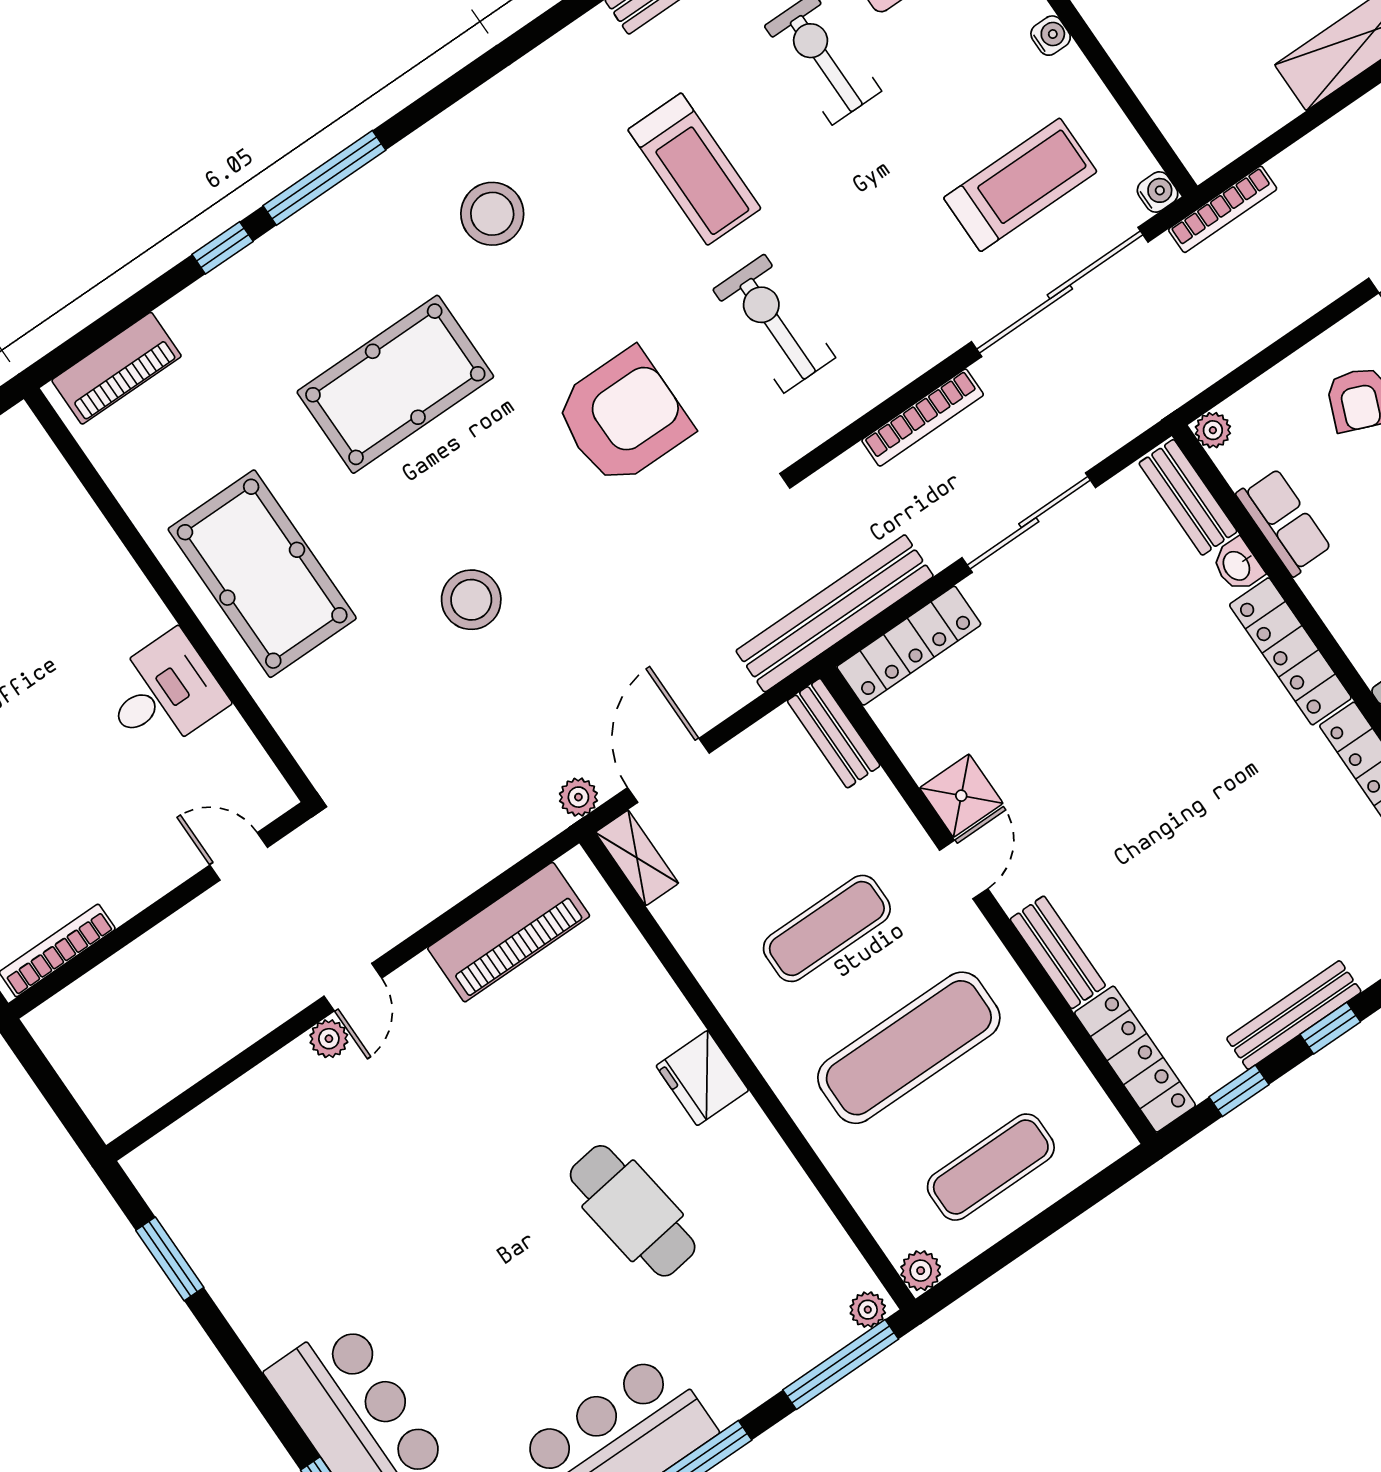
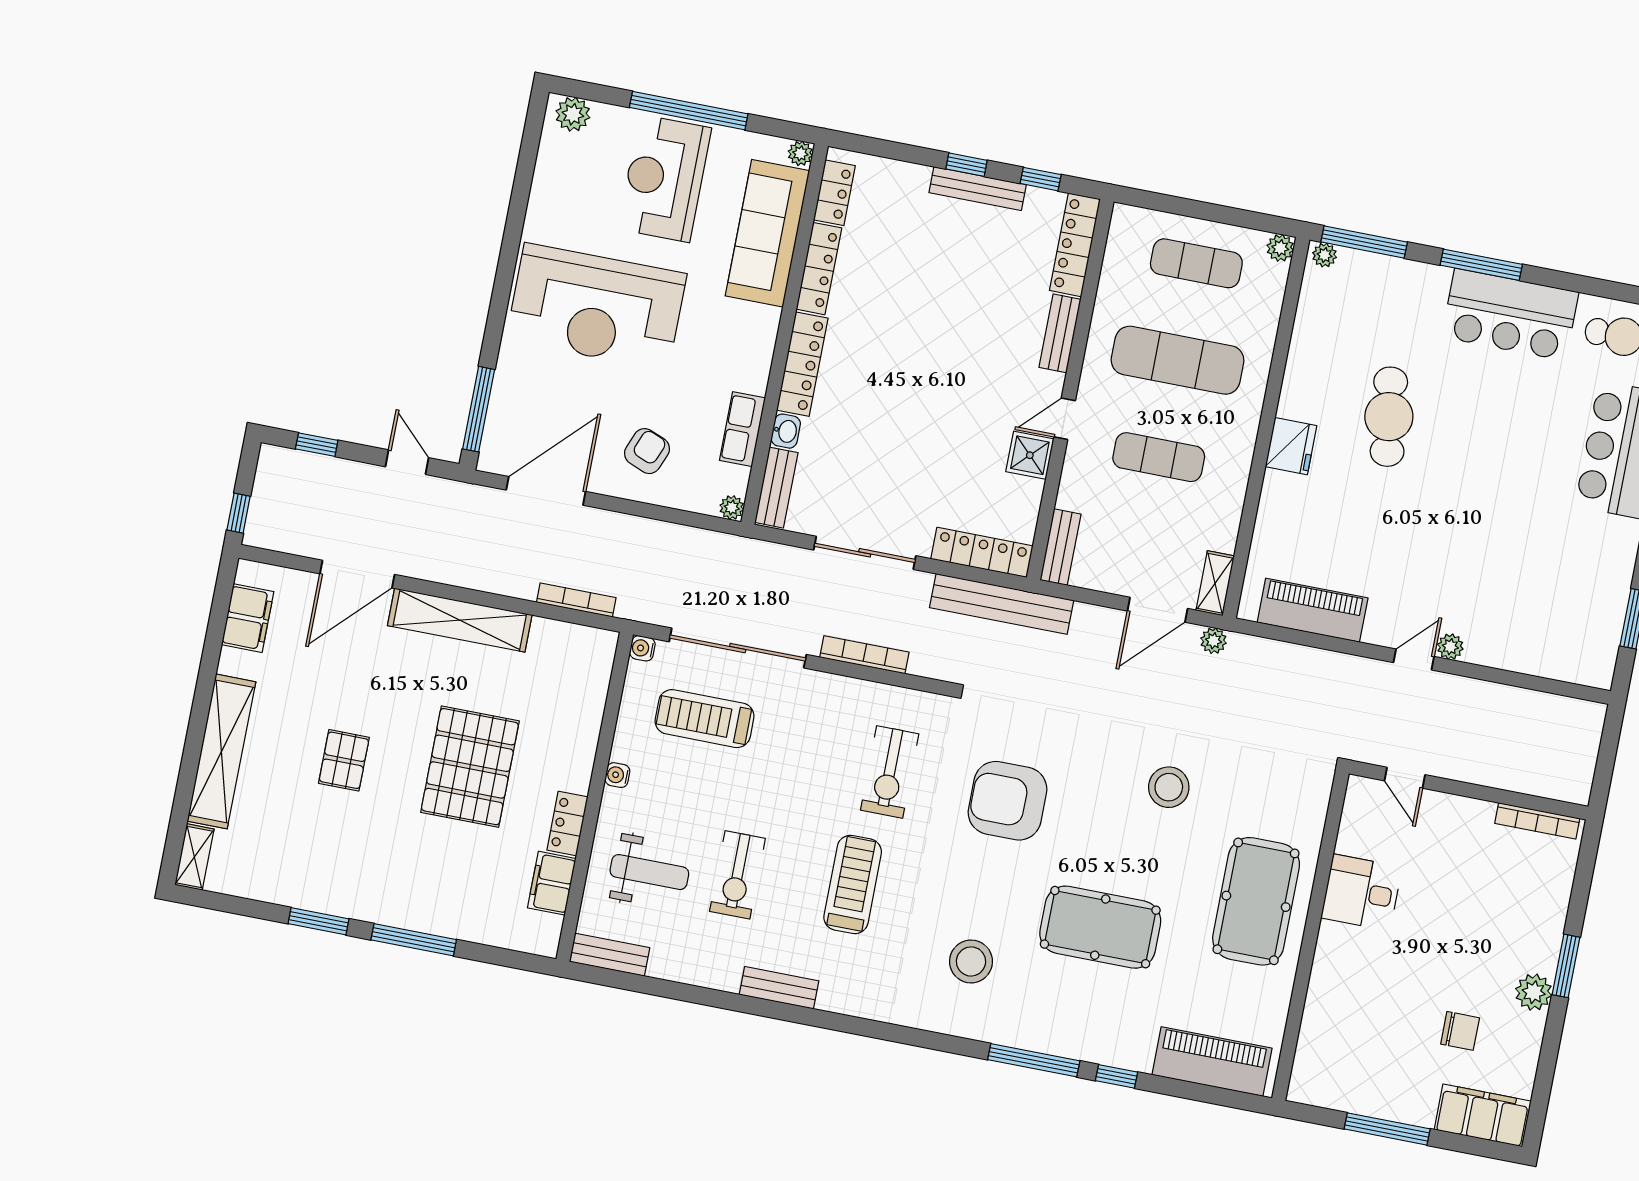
bookcase: (1223, 209) -> (576, 600), moved
piano: (117, 368) -> (1212, 1062), width x1.37, depth x1.33

